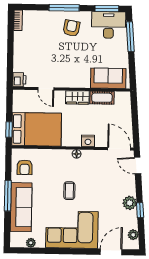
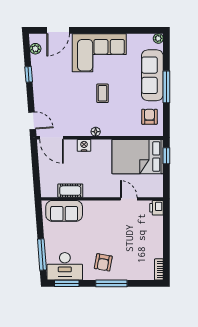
wardrobe: (77, 97) -> (96, 190), removed
plant: (130, 203) -> (40, 82), removed
plant: (31, 243) -> (158, 38), moved

